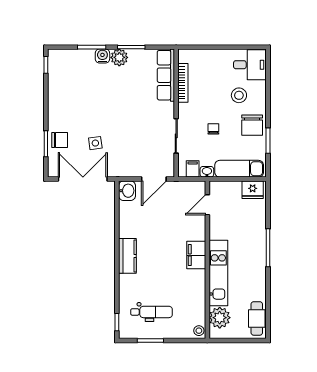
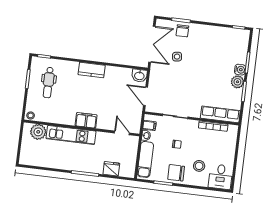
fridge: (253, 190) -> (111, 169), moved, turned 90
cafe table: (257, 318) -> (34, 159), removed

